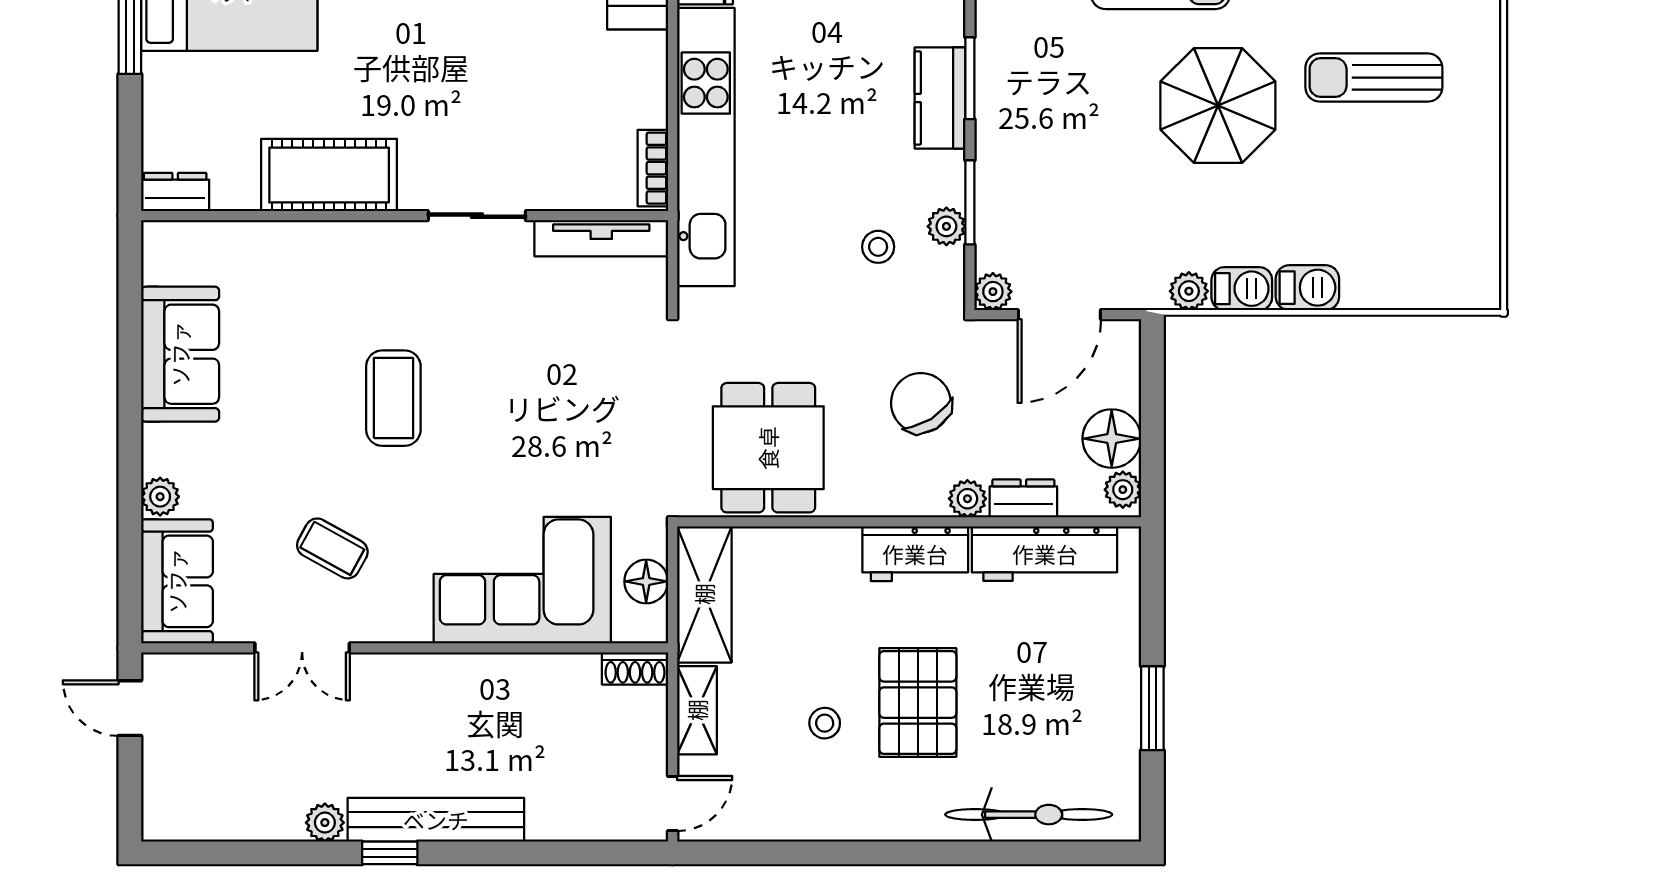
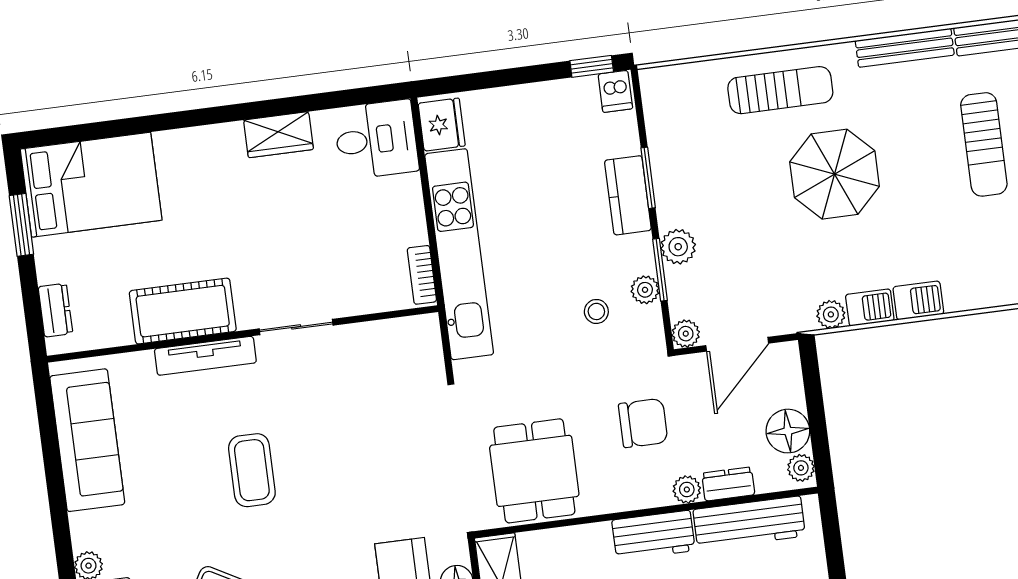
sun lounger: (1374, 78) -> (984, 144), moved, turned -90
plant: (998, 175) -> (678, 247), added
dresser: (175, 192) -> (55, 310), moved, turned 90
tv unit: (601, 238) -> (205, 356), moved
sofa: (180, 354) -> (87, 440), width x1.36
chair: (921, 403) -> (643, 423), turned 122

